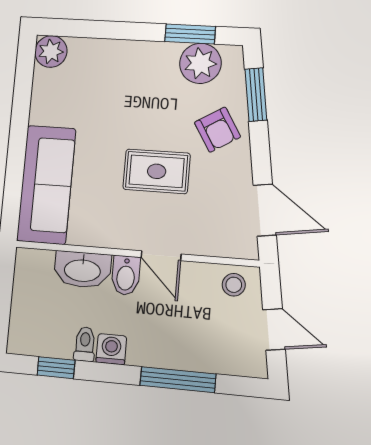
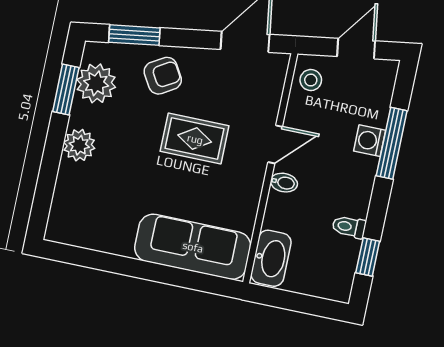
plant: (51, 52) -> (79, 145), moved
rug: (157, 171) -> (195, 139), turned 90
washbasin: (82, 270) -> (271, 258), moved
bidet: (126, 275) -> (284, 183), width x0.72, depth x0.74
washing machine: (111, 349) -> (370, 141), moved

